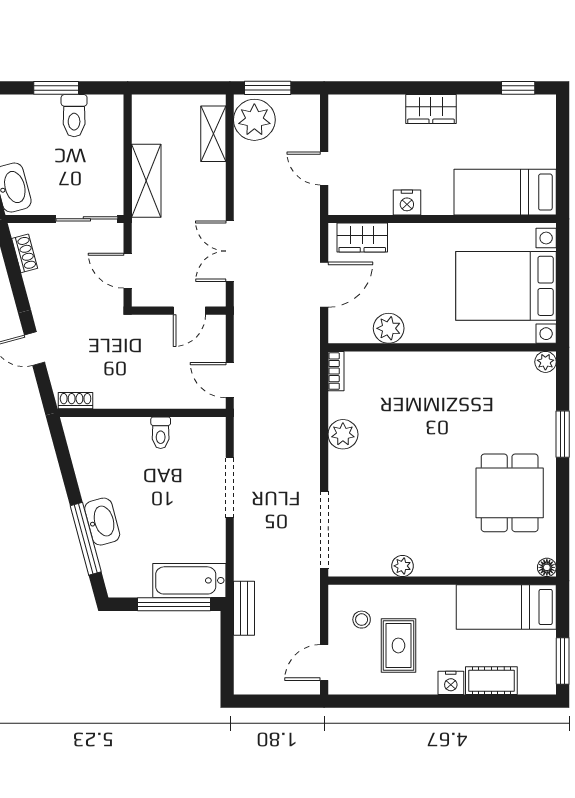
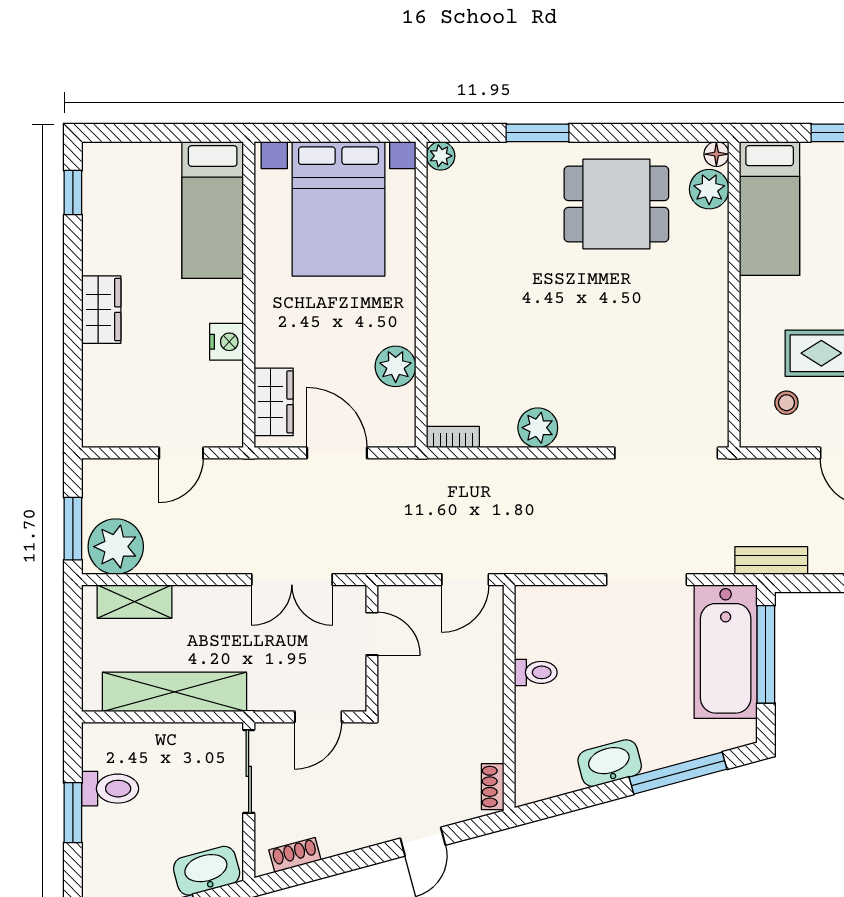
shelving: (146, 181) -> (174, 692), width x1.47
doorway: (230, 488) -> (646, 580), moved
washbasin: (102, 522) -> (610, 763), moved
plant: (402, 566) -> (709, 189), moved, width x1.38, depth x1.38
bathtub: (189, 580) -> (726, 652), width x1.36, depth x1.36

